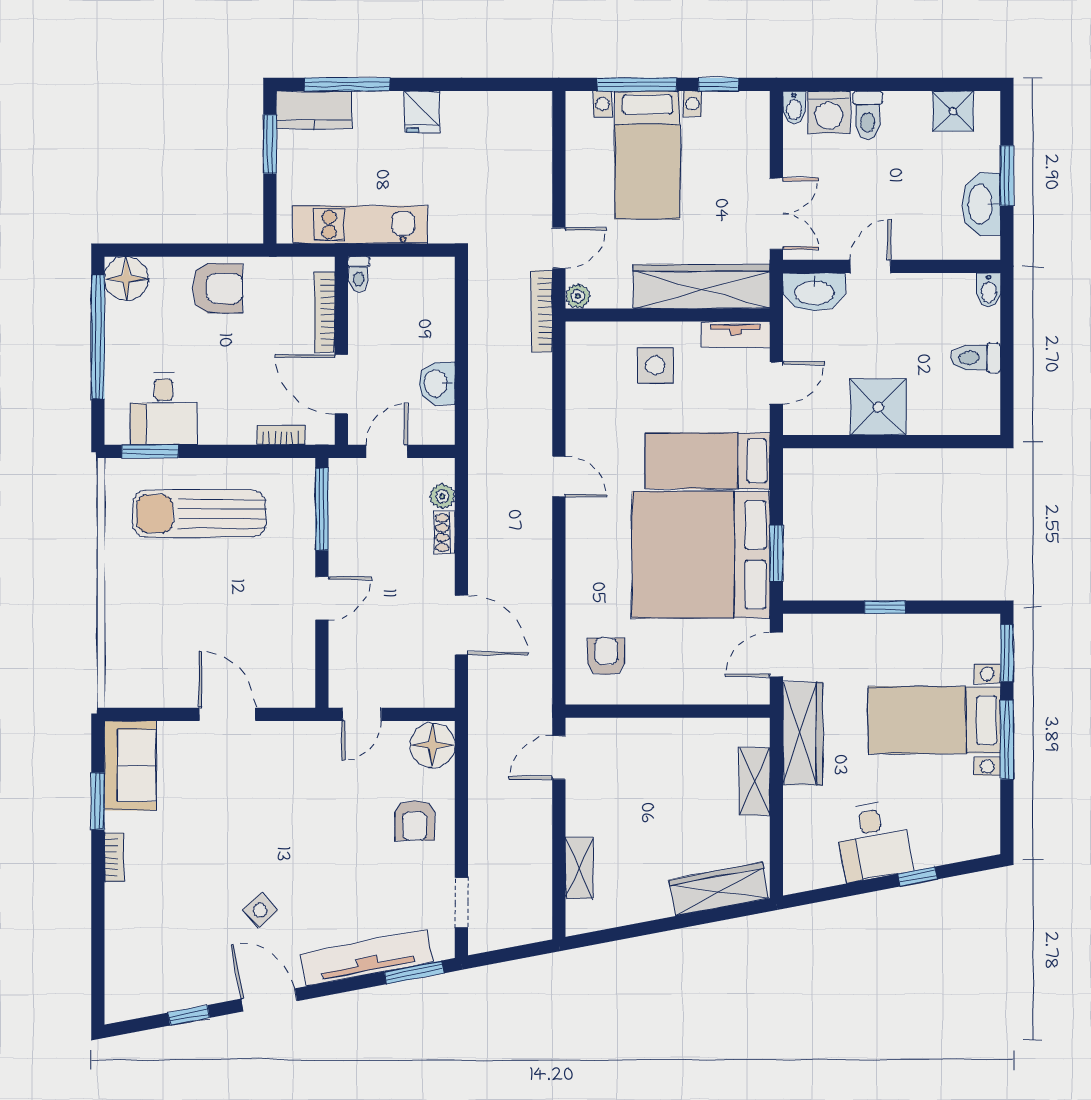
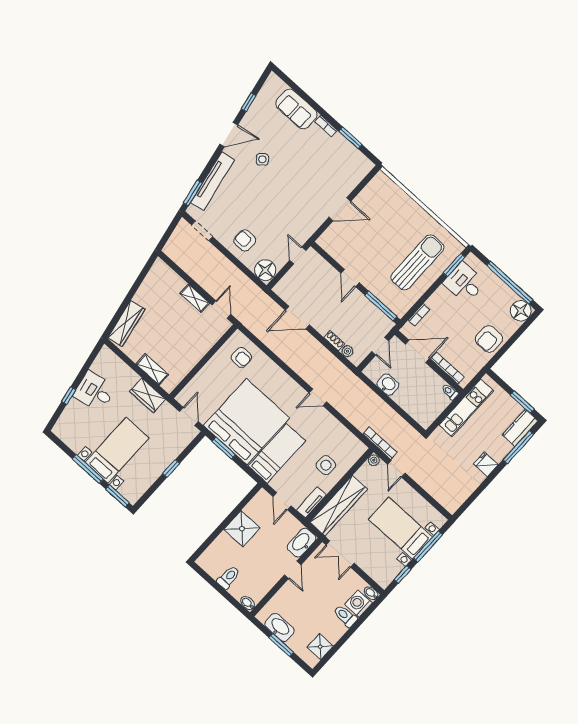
wardrobe: (803, 734) -> (148, 395), width x0.67
sofa: (130, 766) -> (296, 109), moved
shelving: (579, 868) -> (195, 298), moved

